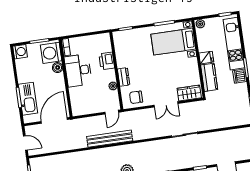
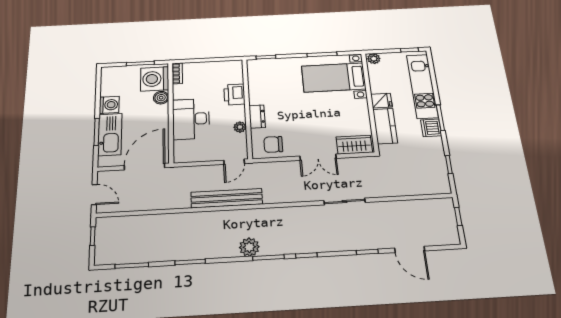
washing machine: (20, 52) -> (109, 105), moved
desk: (78, 70) -> (191, 119), moved

